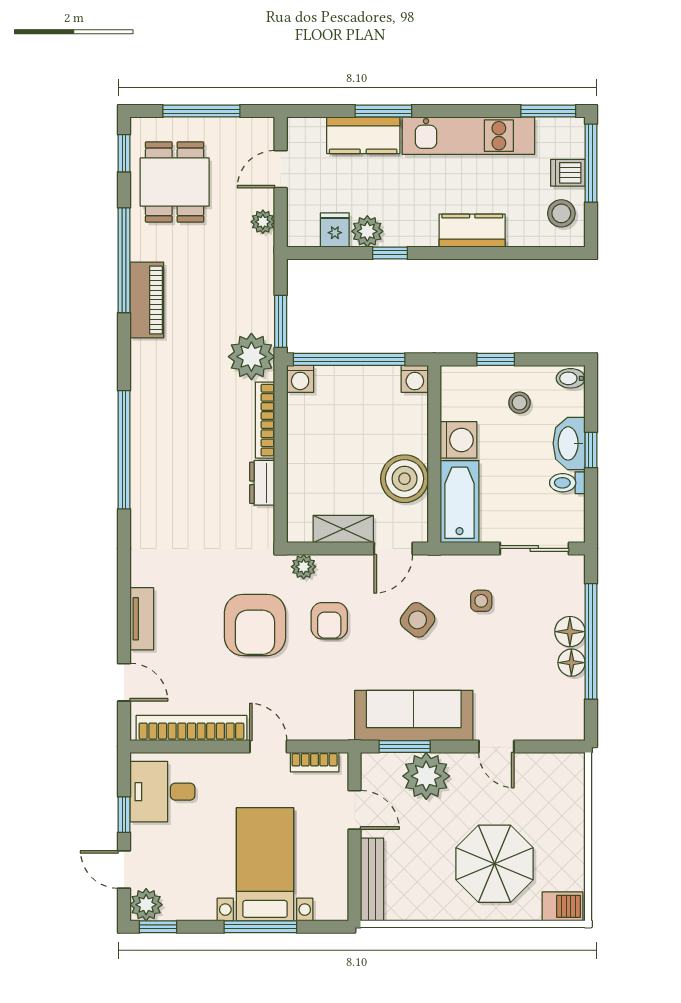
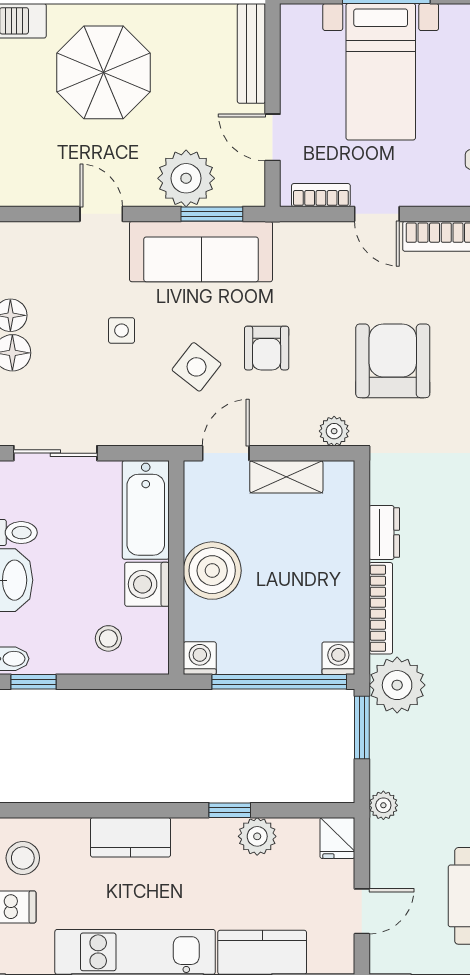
plant: (263, 222) -> (383, 805), moved
fridge: (335, 230) -> (337, 838), moved
window: (496, 359) -> (33, 682), moved
stool: (519, 403) -> (108, 638), moved
boiler: (405, 479) -> (212, 571), moved
side table: (481, 601) -> (122, 330), moved
armchair: (329, 621) -> (267, 348), moved, turned 180

